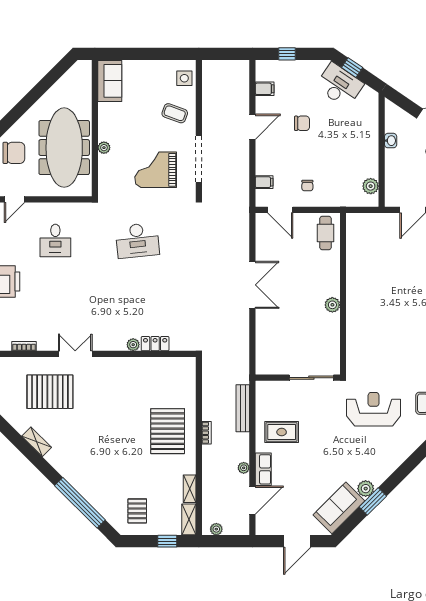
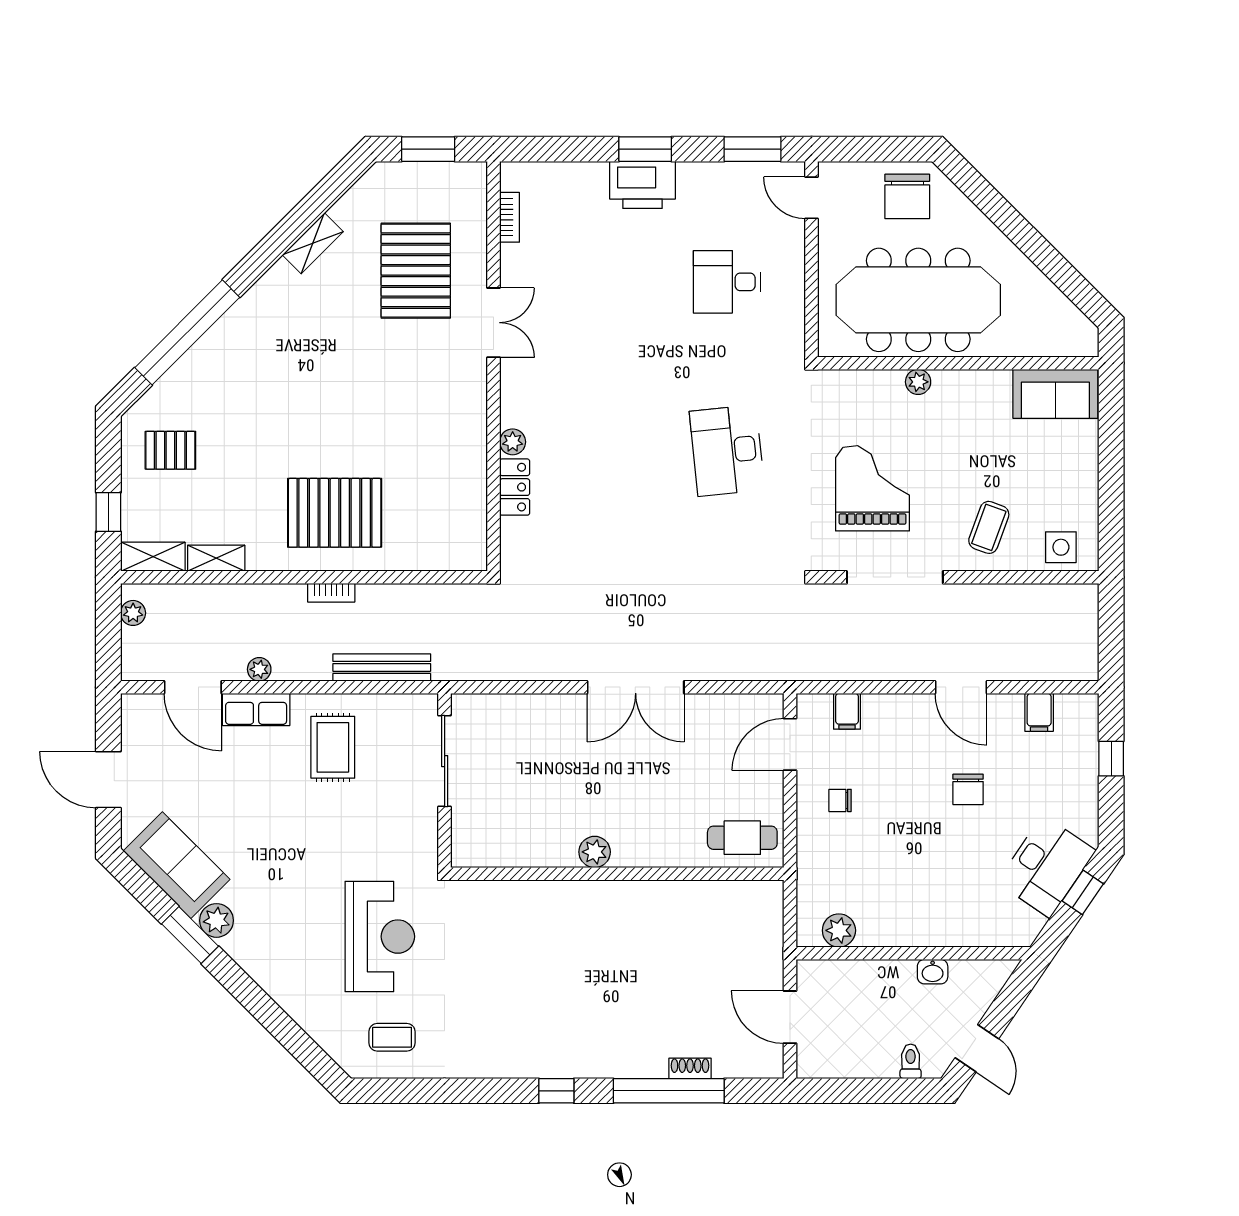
sliding door: (311, 378) -> (445, 761), moved

